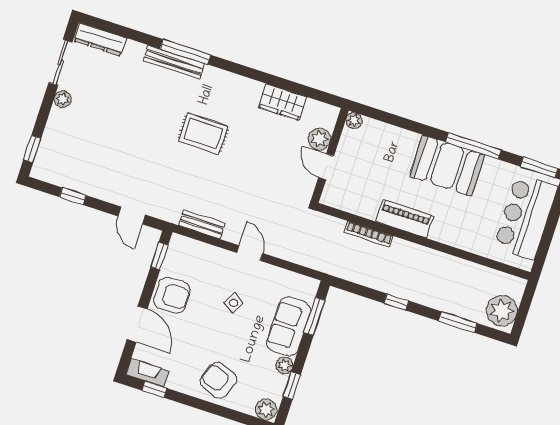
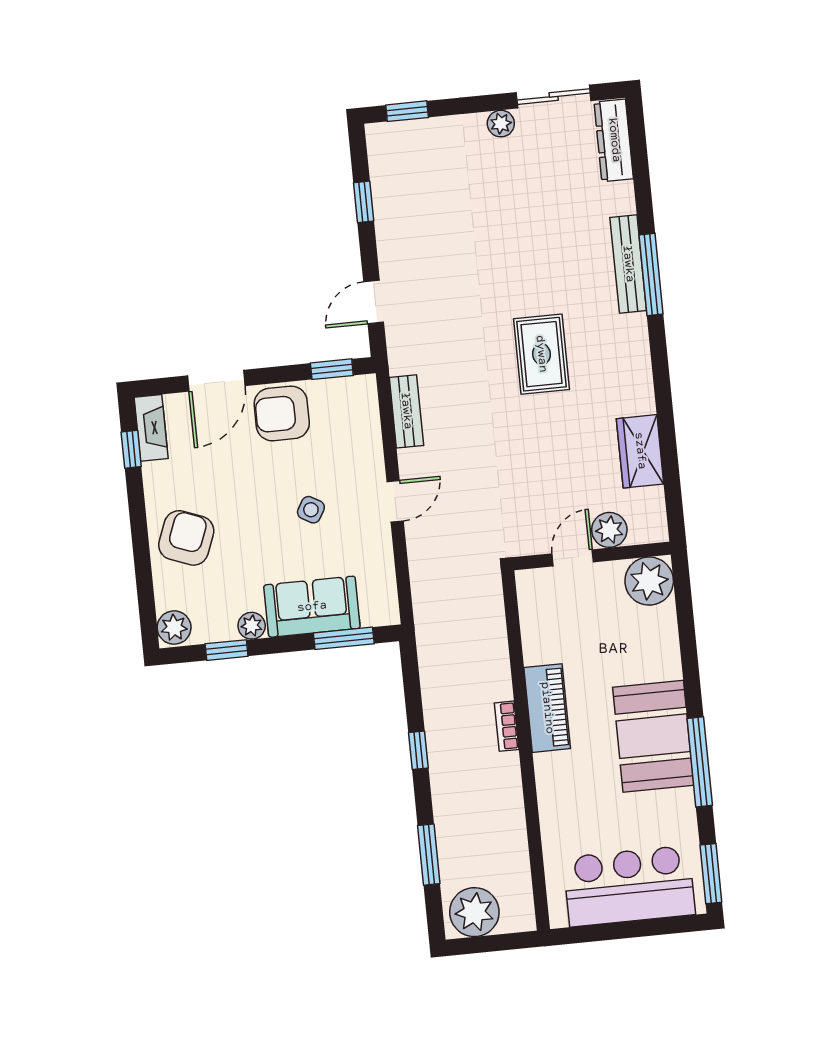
plant: (354, 121) -> (649, 581), width x1.87, depth x1.87
bookcase: (369, 234) -> (507, 726), moved, width x0.64
armchair: (172, 295) -> (282, 413), turned 90

